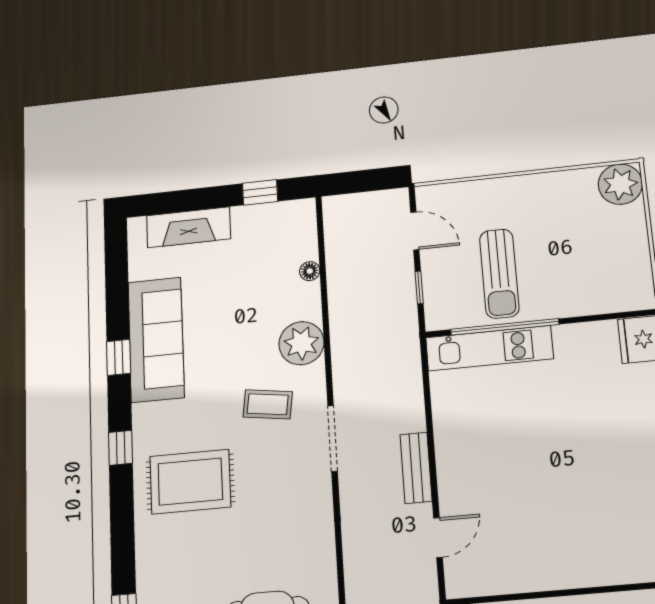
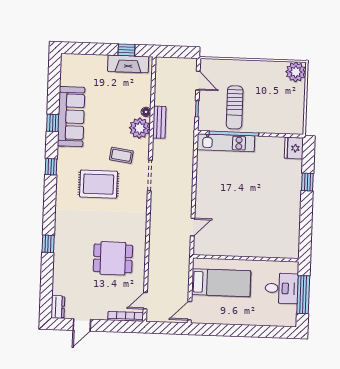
fireplace: (189, 227) -> (128, 64), moved
floor lamp: (310, 271) -> (146, 112), moved
bench: (416, 468) -> (159, 122), moved
rug: (190, 482) -> (98, 184), moved

